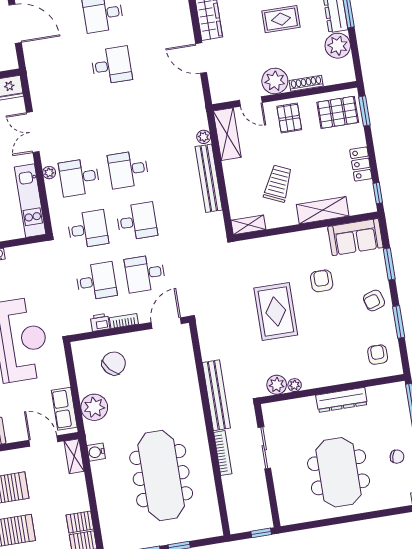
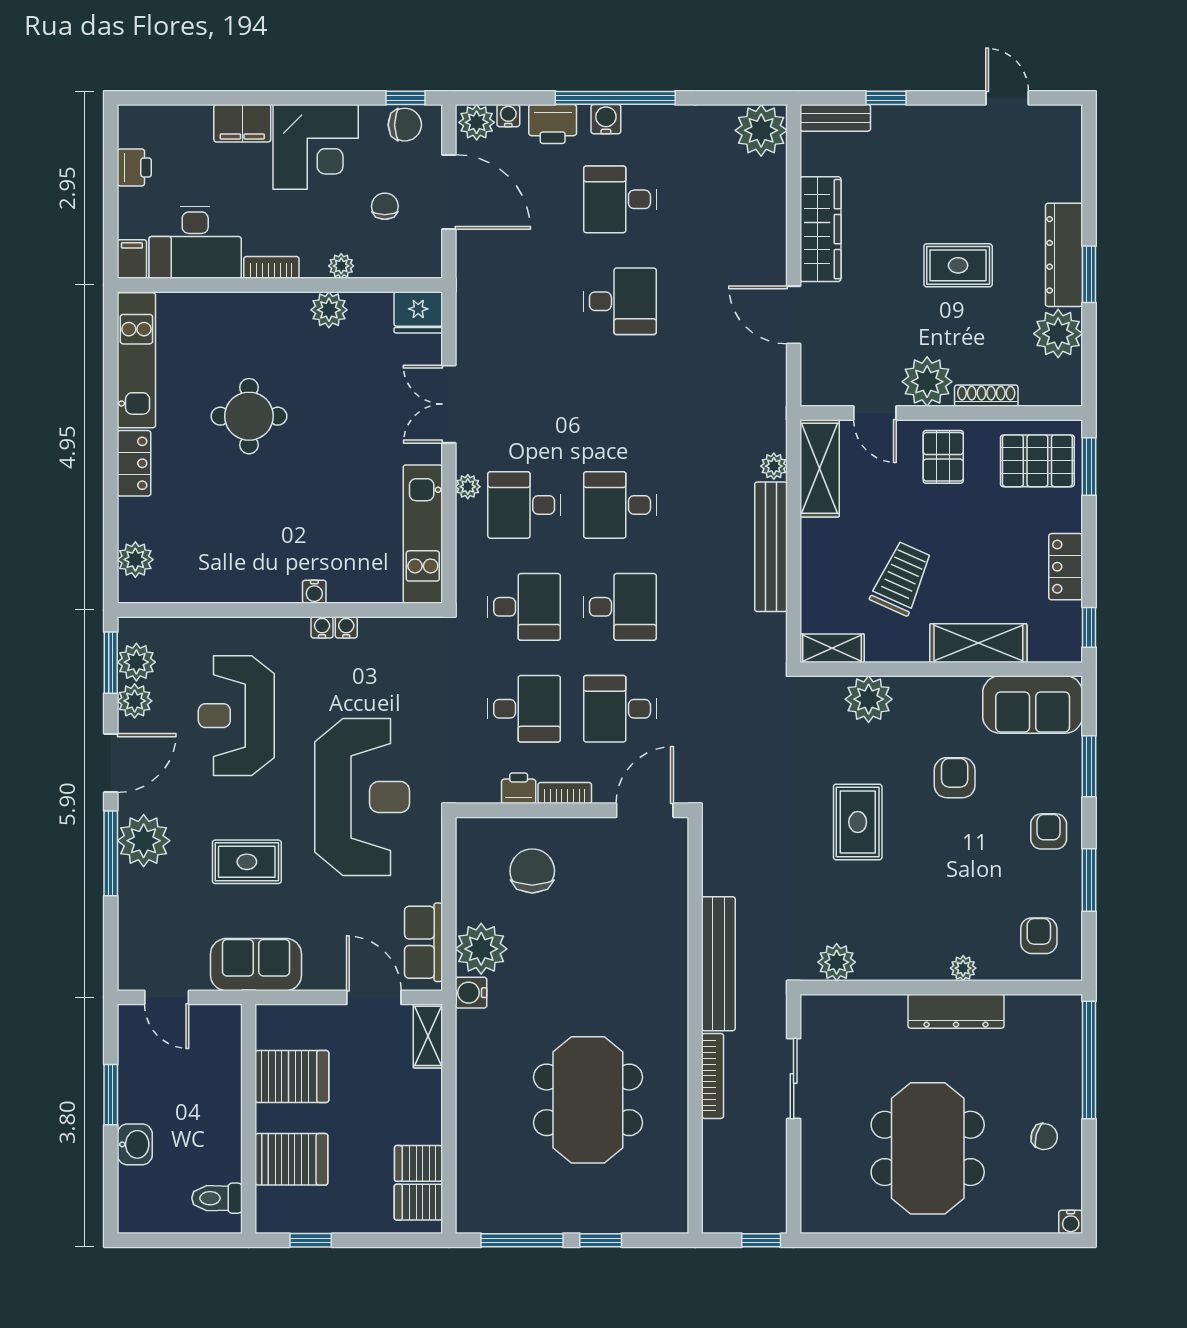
plant: (271, 248) -> (869, 699), added
armchair: (374, 301) -> (1049, 831), turned 107
rug: (276, 312) -> (858, 822), width x0.73, depth x0.70
chair: (114, 363) -> (532, 871), turned -48
plant: (295, 385) -> (963, 968), moved
water cooler: (96, 452) -> (471, 993), moved
meeting table: (161, 476) -> (588, 1100), width x0.73

